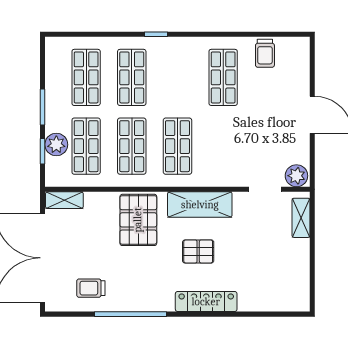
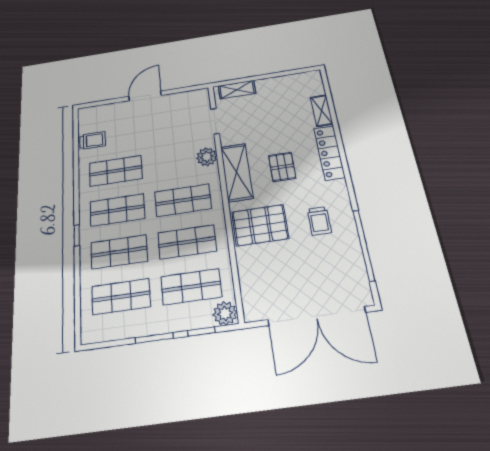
shop shelf: (177, 77) -> (117, 210), added
plant: (56, 145) -> (225, 313), moved
plant: (296, 176) -> (207, 157), moved
shelving: (64, 200) -> (322, 111), moved
trolley: (91, 288) -> (319, 221), moved
window: (130, 314) -> (364, 245), moved

